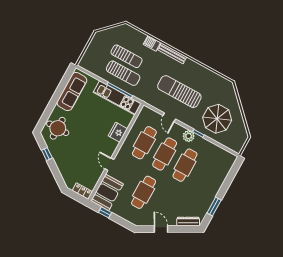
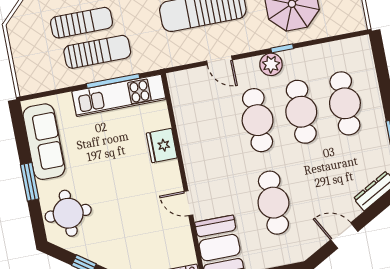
window: (53, 103) -> (30, 182), added
cafe table: (144, 143) -> (345, 103), moved

